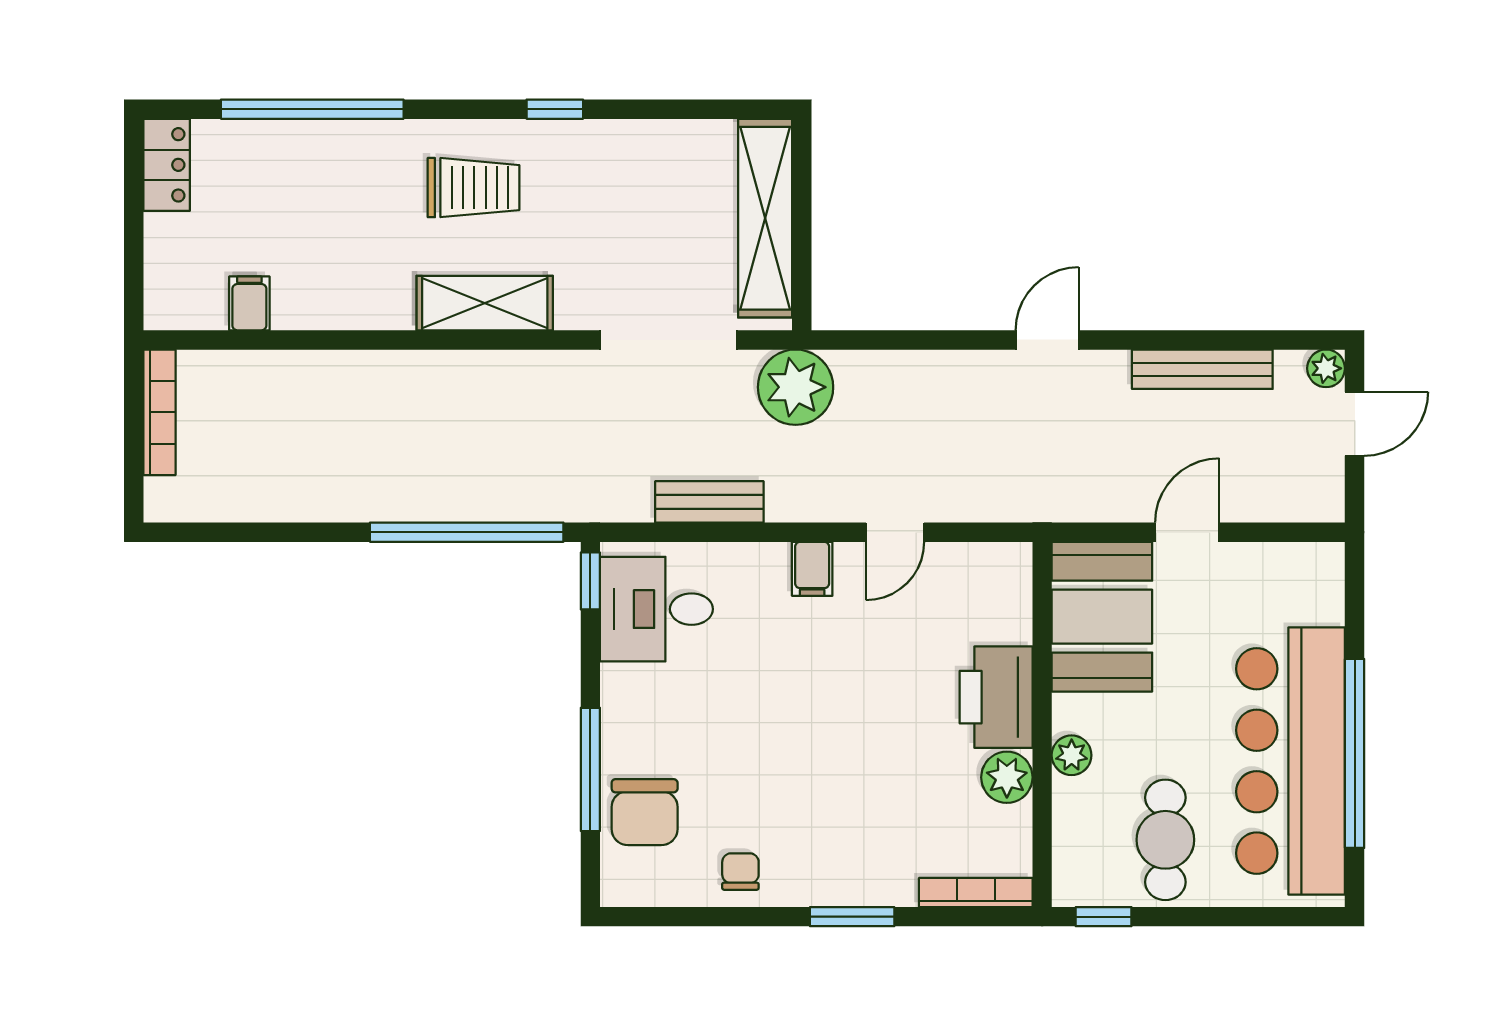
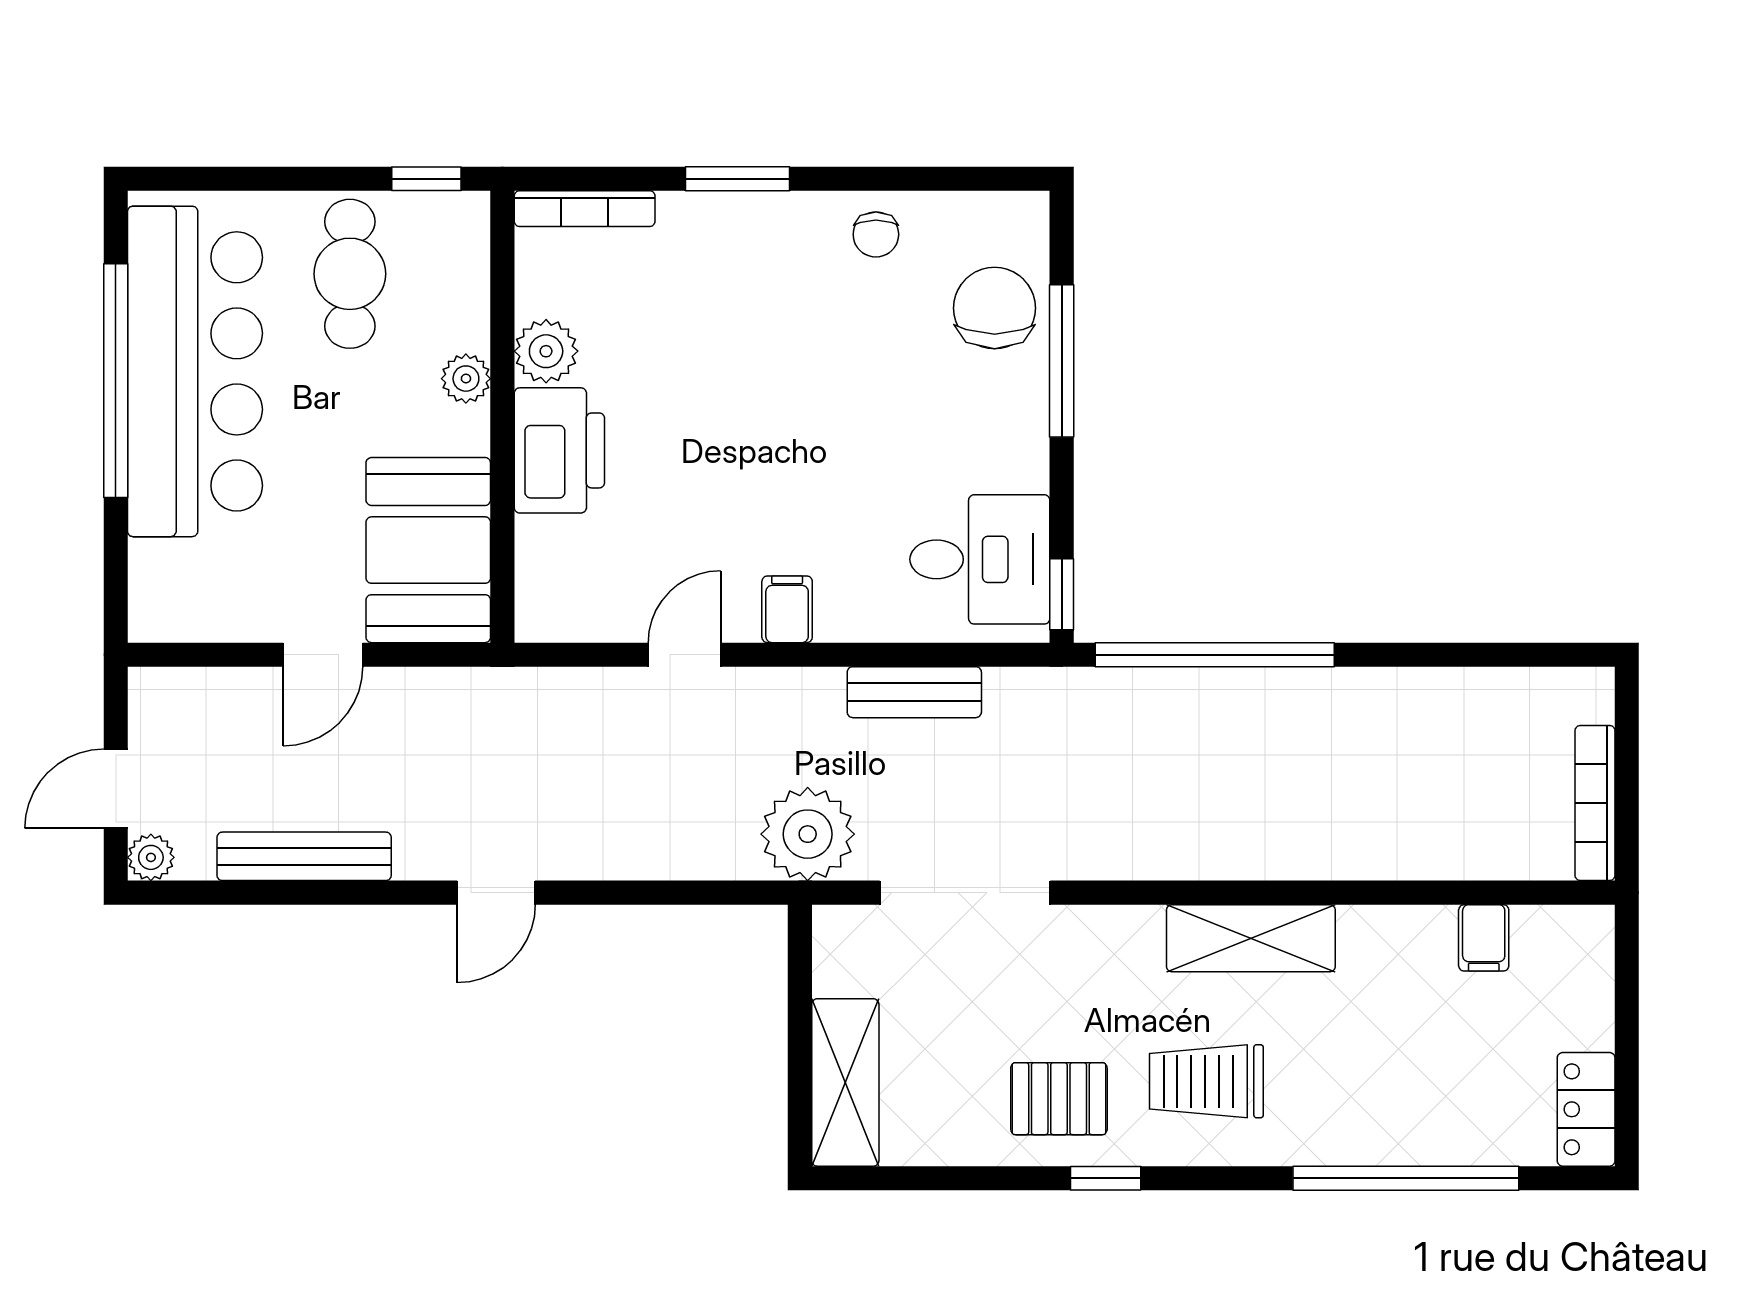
pallet: (593, 173) -> (1059, 1099), added
shelving: (765, 218) -> (845, 1082), width x0.68
shelving: (485, 303) -> (1251, 938), moved

